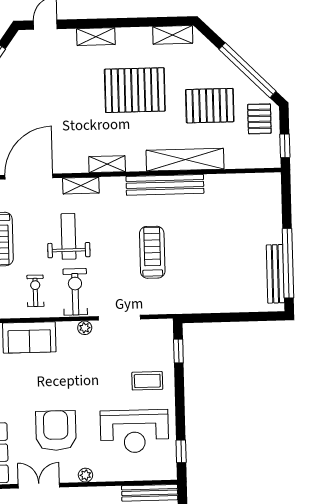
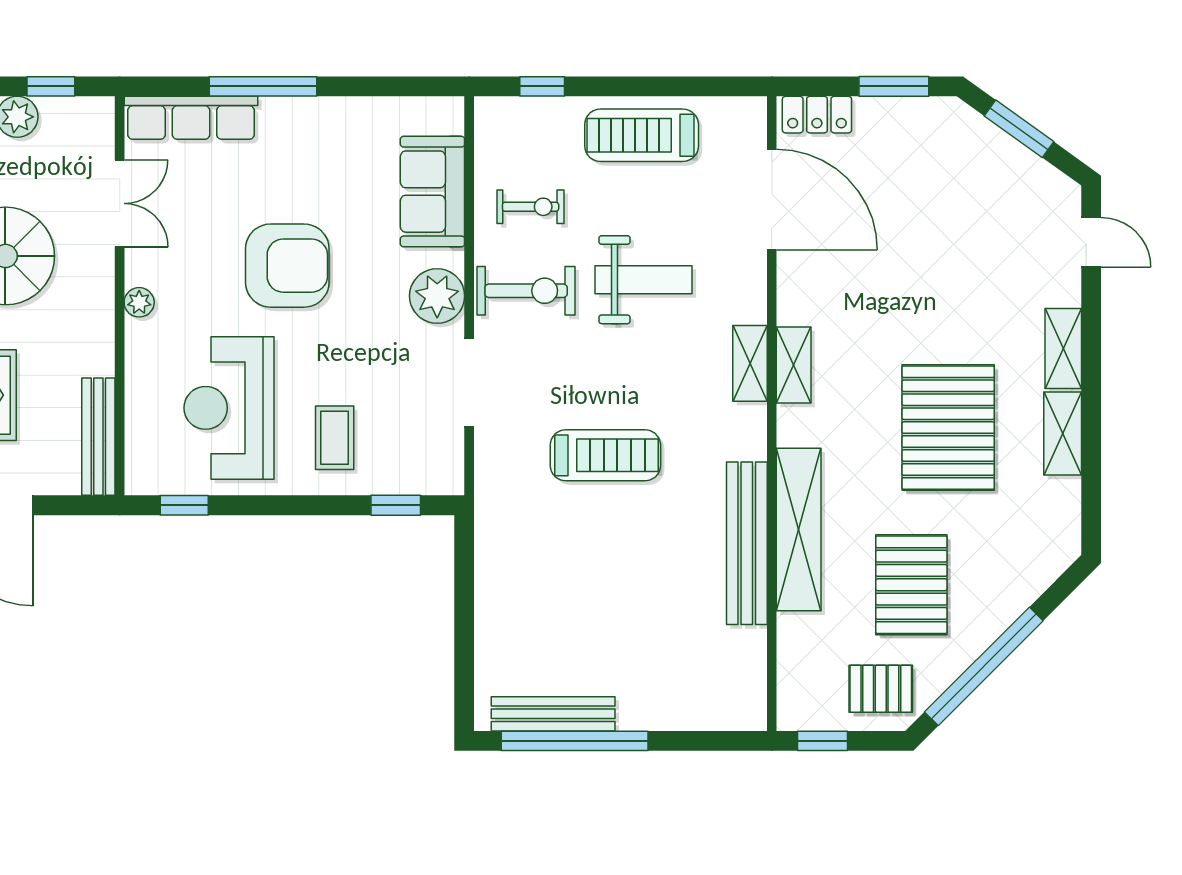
shelving: (173, 35) -> (1063, 433), moved
bench: (165, 185) -> (747, 543), moved
shelving: (81, 186) -> (750, 363), moved
plant: (85, 328) -> (437, 296), width x1.88, depth x1.88
armchair: (56, 431) -> (287, 266), moved

